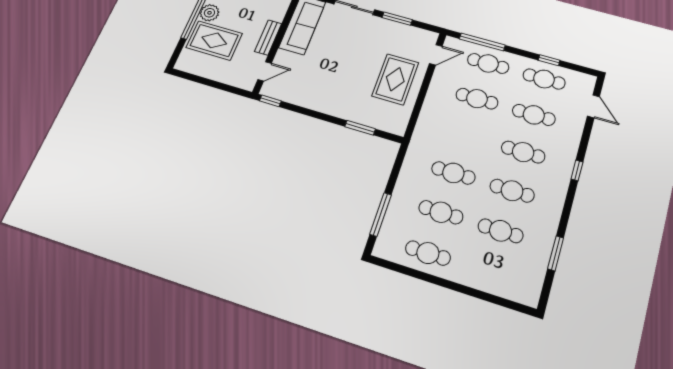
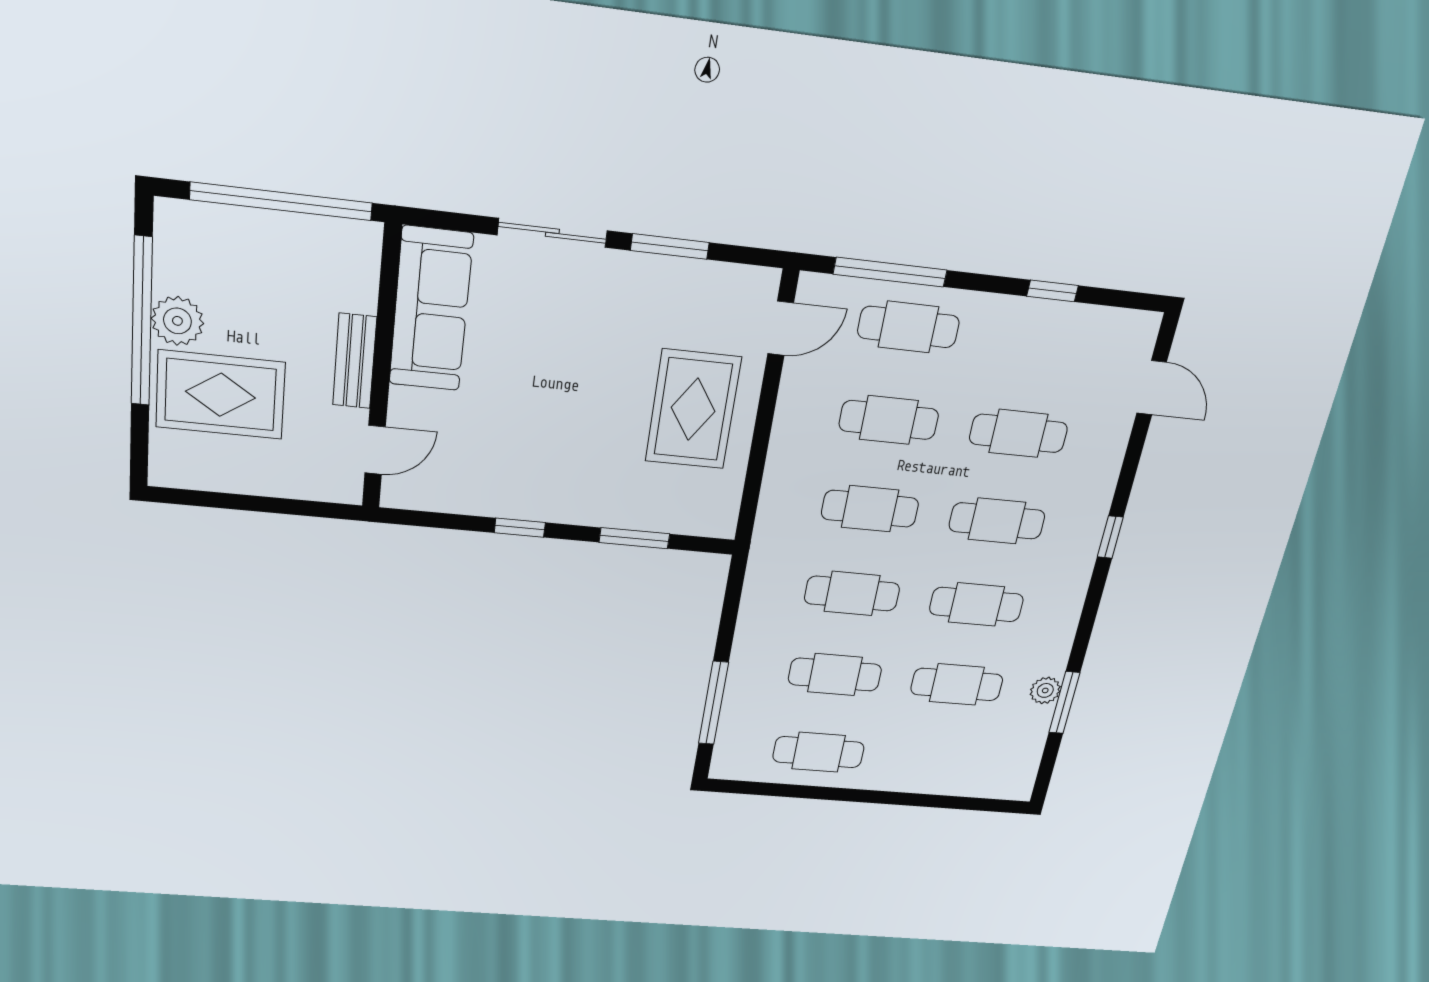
cafe table: (544, 79) -> (870, 509), moved
window: (270, 101) -> (520, 528), moved
plant: (546, 244) -> (1045, 690), added

